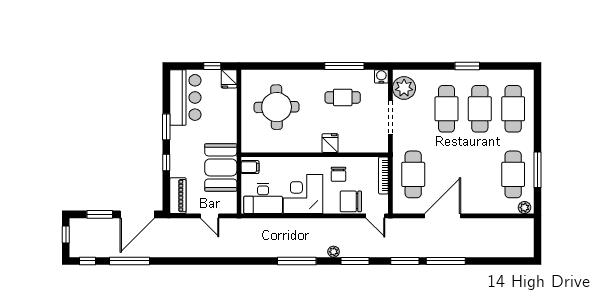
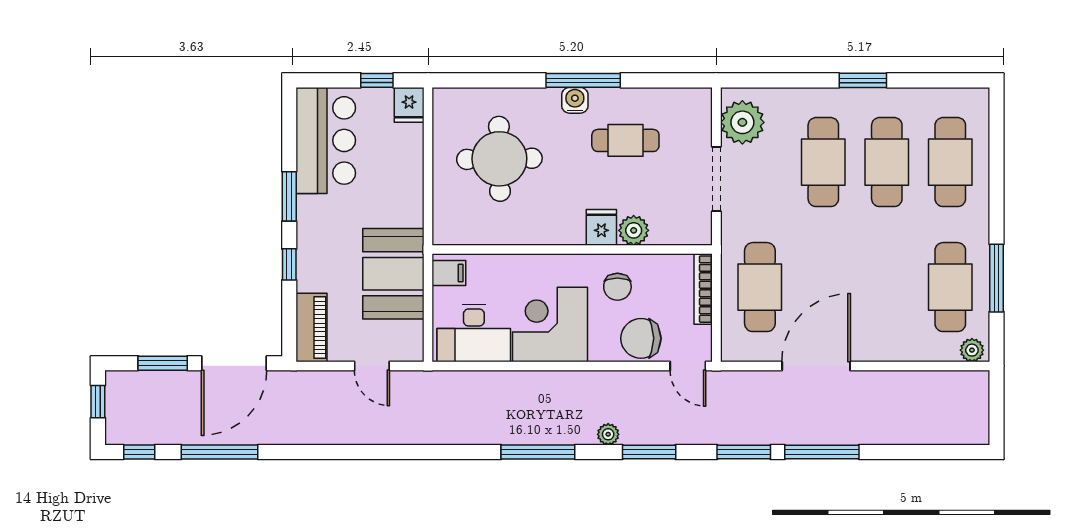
window: (344, 66) -> (583, 80), moved
water cooler: (381, 76) -> (575, 100), moved
plant: (347, 145) -> (634, 230), added

